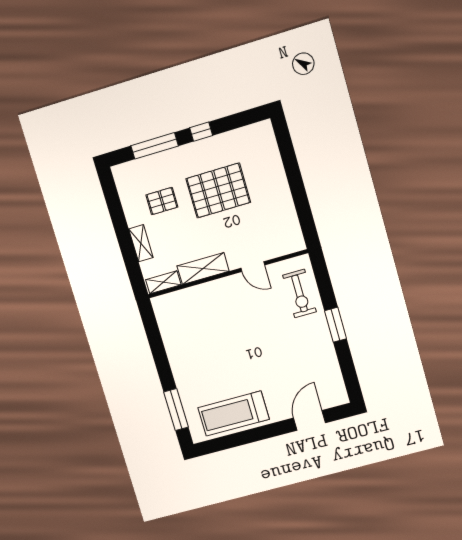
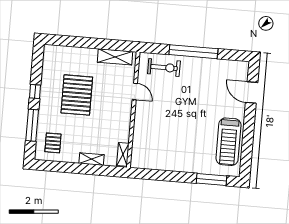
pallet: (162, 201) -> (53, 143), moved
door: (253, 267) -> (135, 91), hinge flipped
shelving: (203, 269) -> (115, 57), moved, turned 90
window: (336, 325) -> (193, 52), width x2.11

